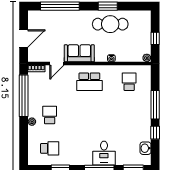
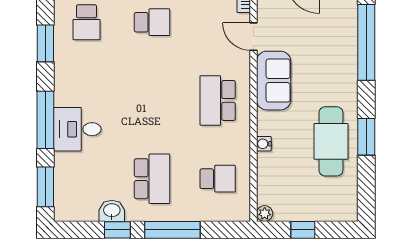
school desk: (129, 115) -> (152, 179), added
washbasin: (145, 148) -> (112, 211), moved

